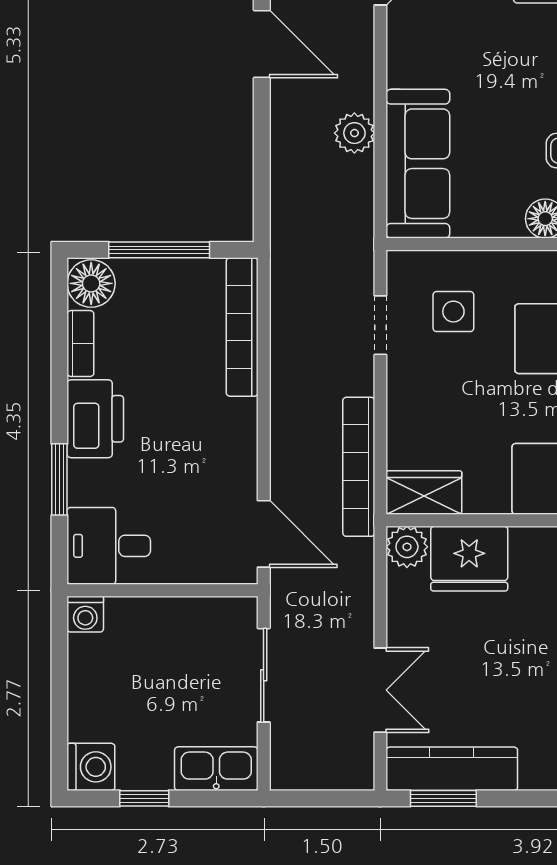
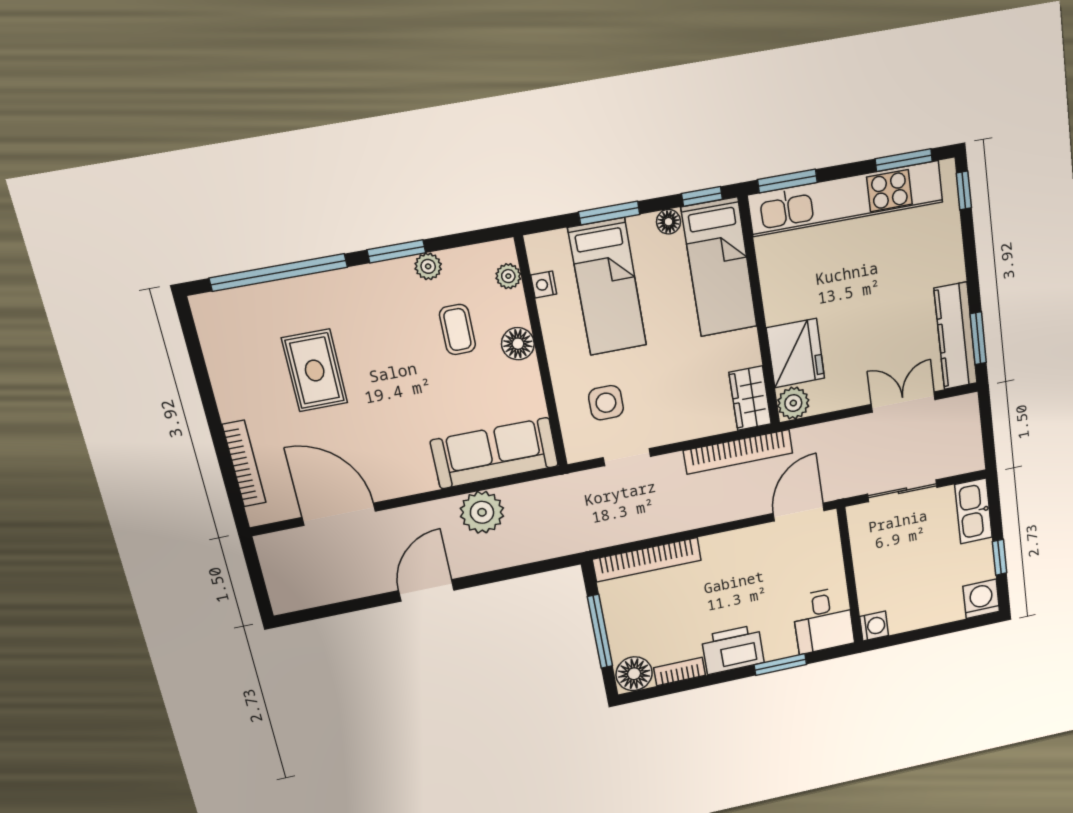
plant: (354, 133) -> (482, 512), width x1.36, depth x1.36

